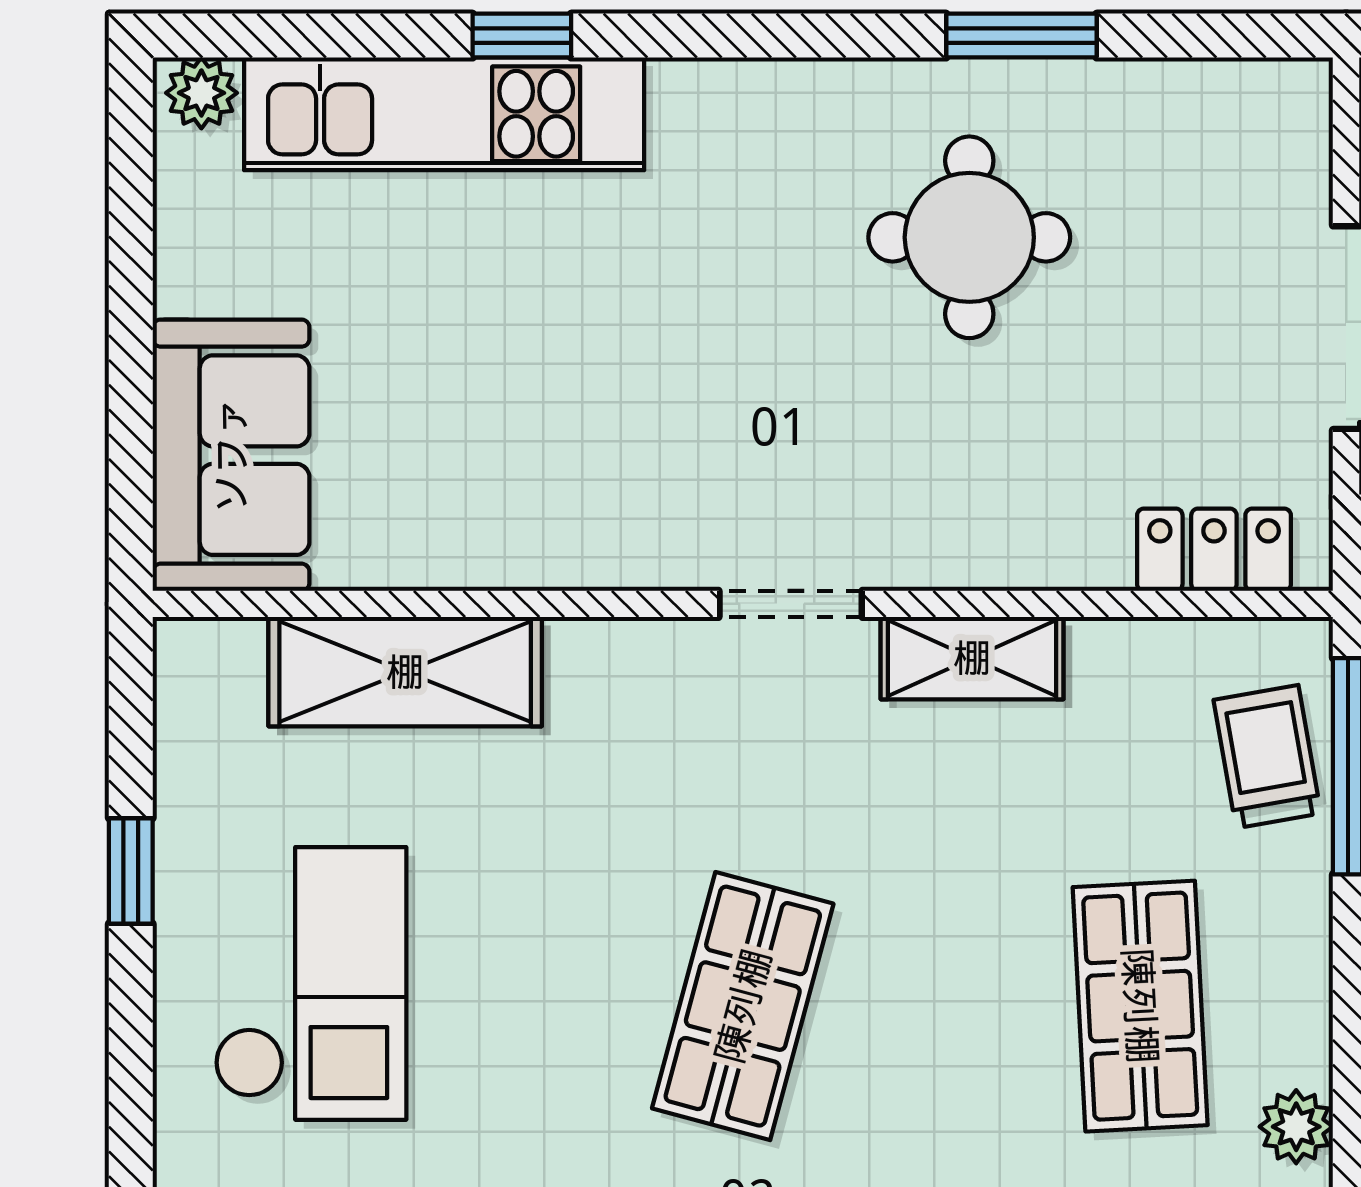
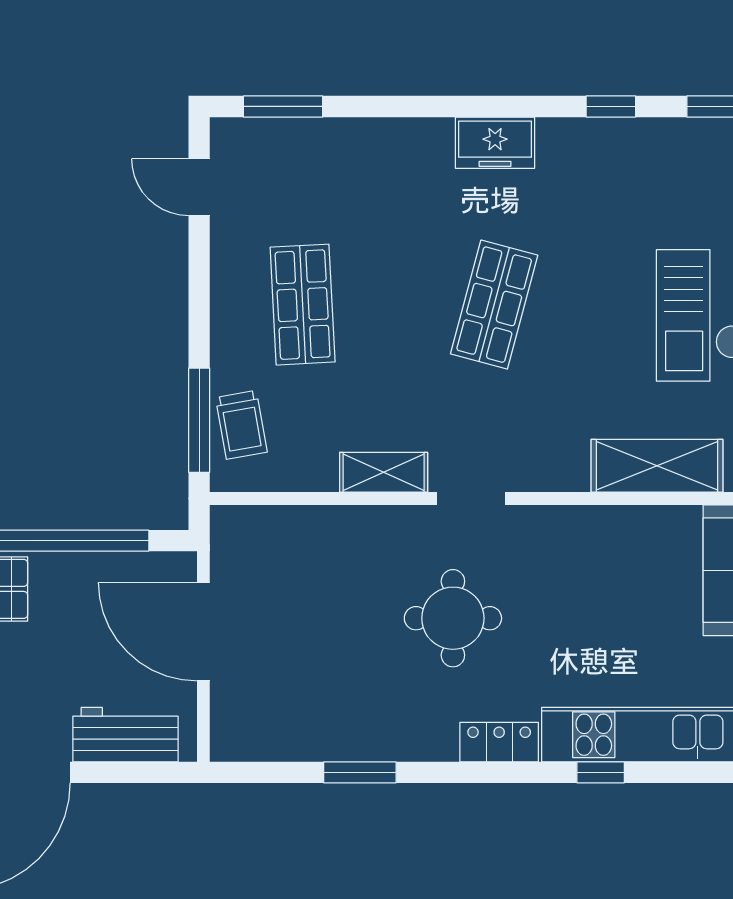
round table: (969, 237) -> (453, 618), moved
locker: (1214, 550) -> (499, 742), moved, turned 180
plant: (1296, 1127) -> (227, 246), removed

